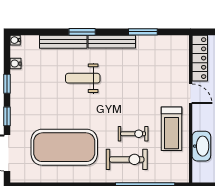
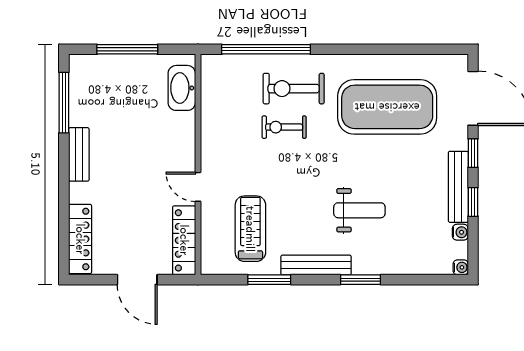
bench: (63, 42) -> (458, 187), moved, turned 90
treadmill: (171, 129) -> (250, 229), moved
washbasin: (201, 146) -> (182, 88), moved

